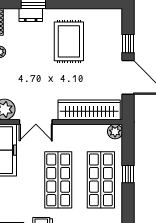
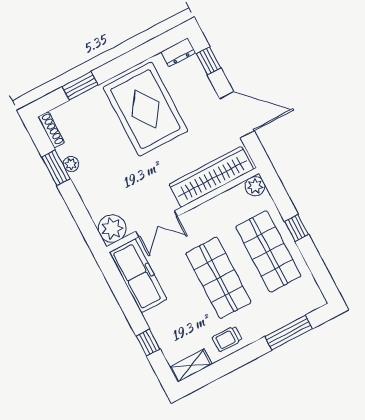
dresser: (31, 15) -> (178, 52), moved
rug: (69, 41) -> (145, 109), width x1.37, depth x1.44
window: (128, 44) -> (209, 61), moved

